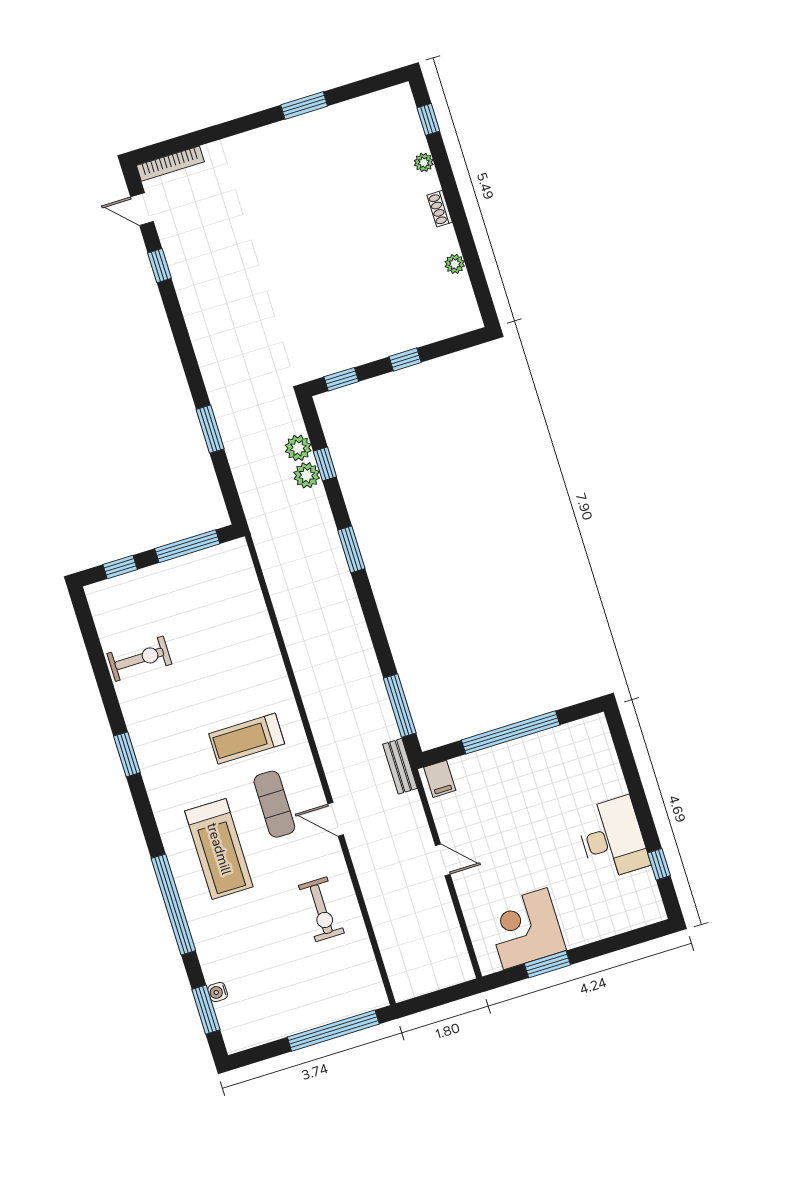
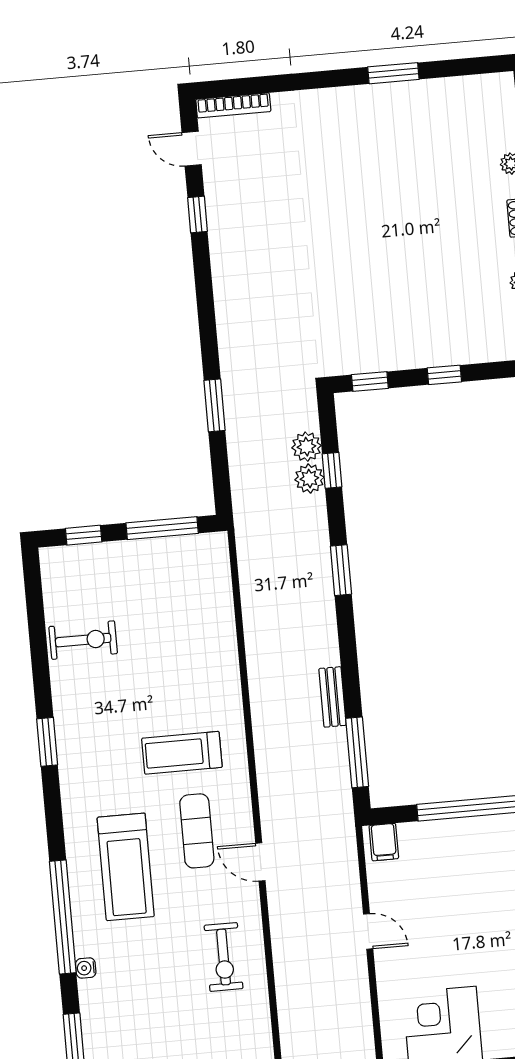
bench: (400, 766) -> (332, 697), moved
water cooler: (218, 992) -> (86, 968), moved

